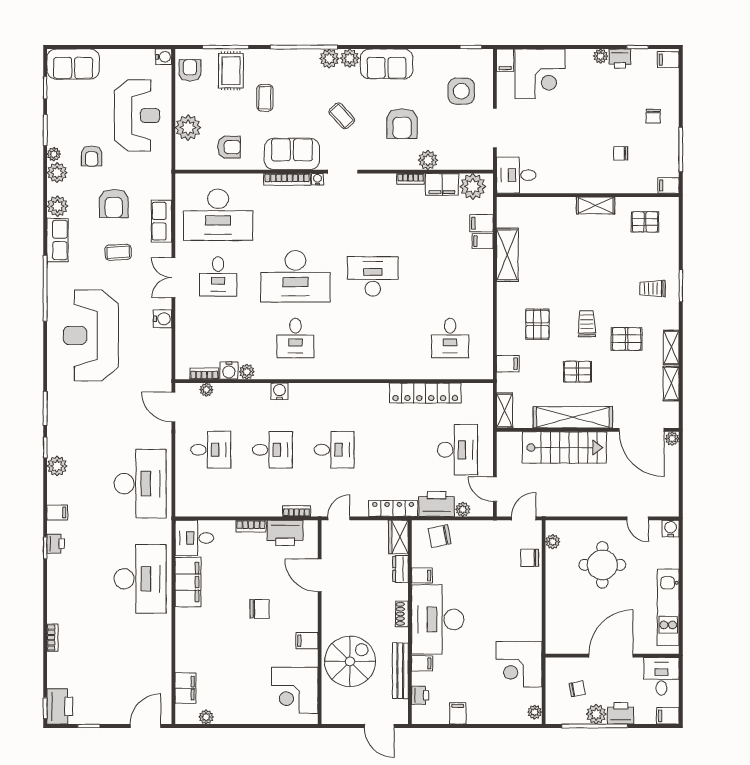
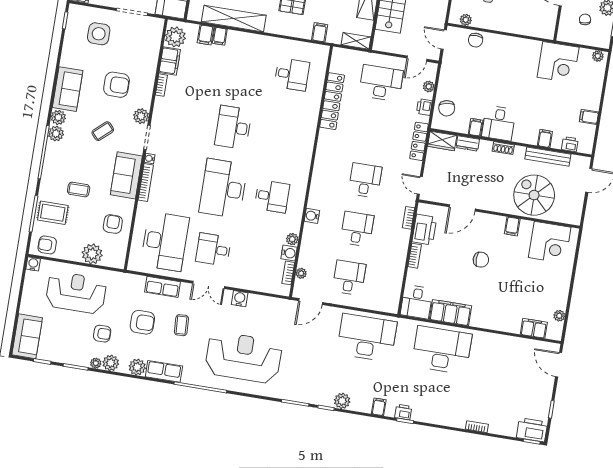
plant: (428, 160) -> (141, 116), moved
shelving: (507, 255) -> (234, 19), width x1.47
desk: (218, 276) -> (213, 249), turned 180
desk: (295, 276) -> (223, 188), turned 180
reception desk: (91, 335) -> (243, 357), turned 180
printer: (437, 504) -> (424, 107), width x0.53, depth x0.68
chair: (260, 609) -> (481, 260), turned 90
desk: (438, 619) -> (499, 123), width x0.53, depth x0.77

